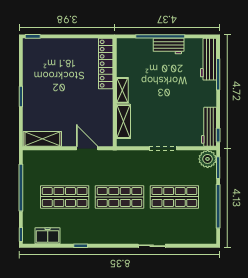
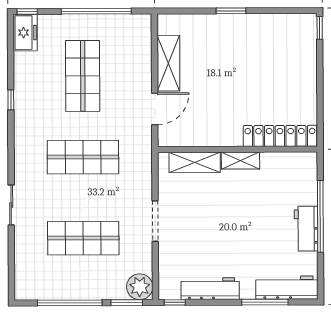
workbench: (209, 127) -> (210, 289), moved
shelving: (42, 139) -> (168, 63), moved
shop shelf: (120, 197) -> (83, 157), turned 90
shop shelf: (174, 197) -> (83, 238), turned 90
freezer: (48, 236) -> (25, 33), moved

